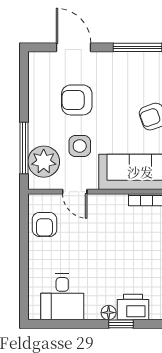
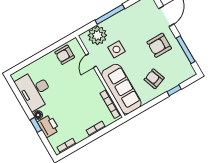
armchair: (77, 100) -> (159, 45), moved, turned -90
window: (24, 148) -> (110, 14), moved
desk: (62, 297) -> (35, 90), width x1.37

